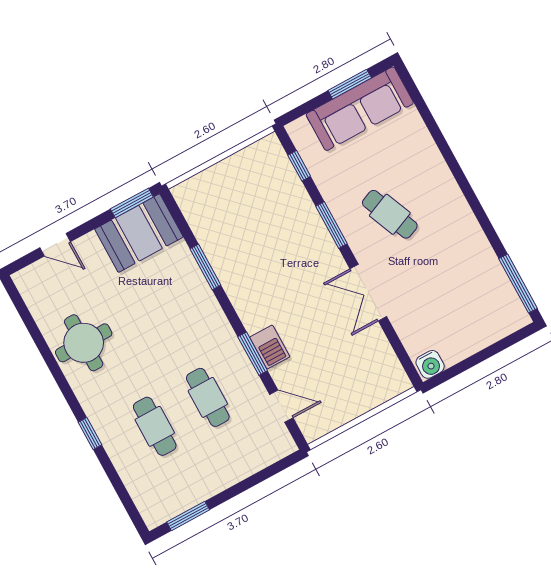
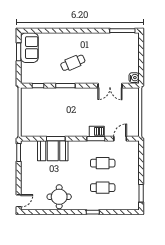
sofa: (360, 109) -> (29, 48), width x0.73
booth: (139, 233) -> (53, 151), moved, turned 90
door: (55, 245) -> (19, 201), moved
double door: (368, 293) -> (110, 86), moved

